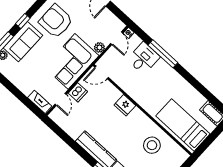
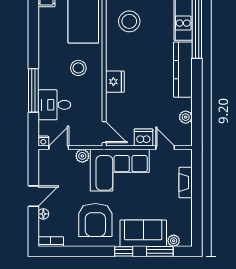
stool: (152, 91) -> (78, 68), added
door: (61, 99) -> (165, 148), hinge flipped
fireplace: (40, 102) -> (186, 182), moved
plant: (67, 127) -> (186, 117), added

